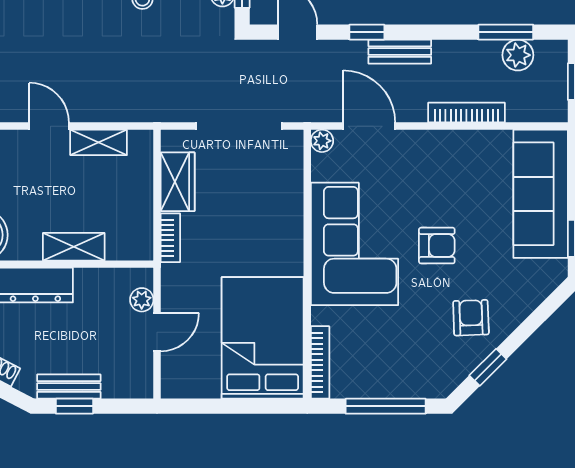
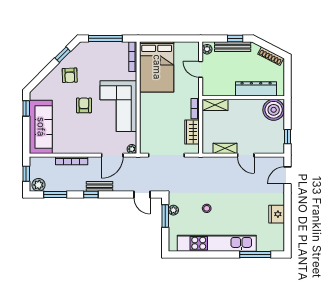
window: (367, 32) -> (91, 194), moved
plant: (518, 55) -> (39, 185), moved
door: (369, 126) -> (112, 155), hinge flipped
armchair: (437, 246) -> (84, 105), turned 90
shelving: (74, 247) -> (215, 105), moved
plant: (142, 300) -> (207, 49), moved
door: (157, 332) -> (201, 69), hinge flipped
bench: (69, 387) -> (233, 47), width x1.36

